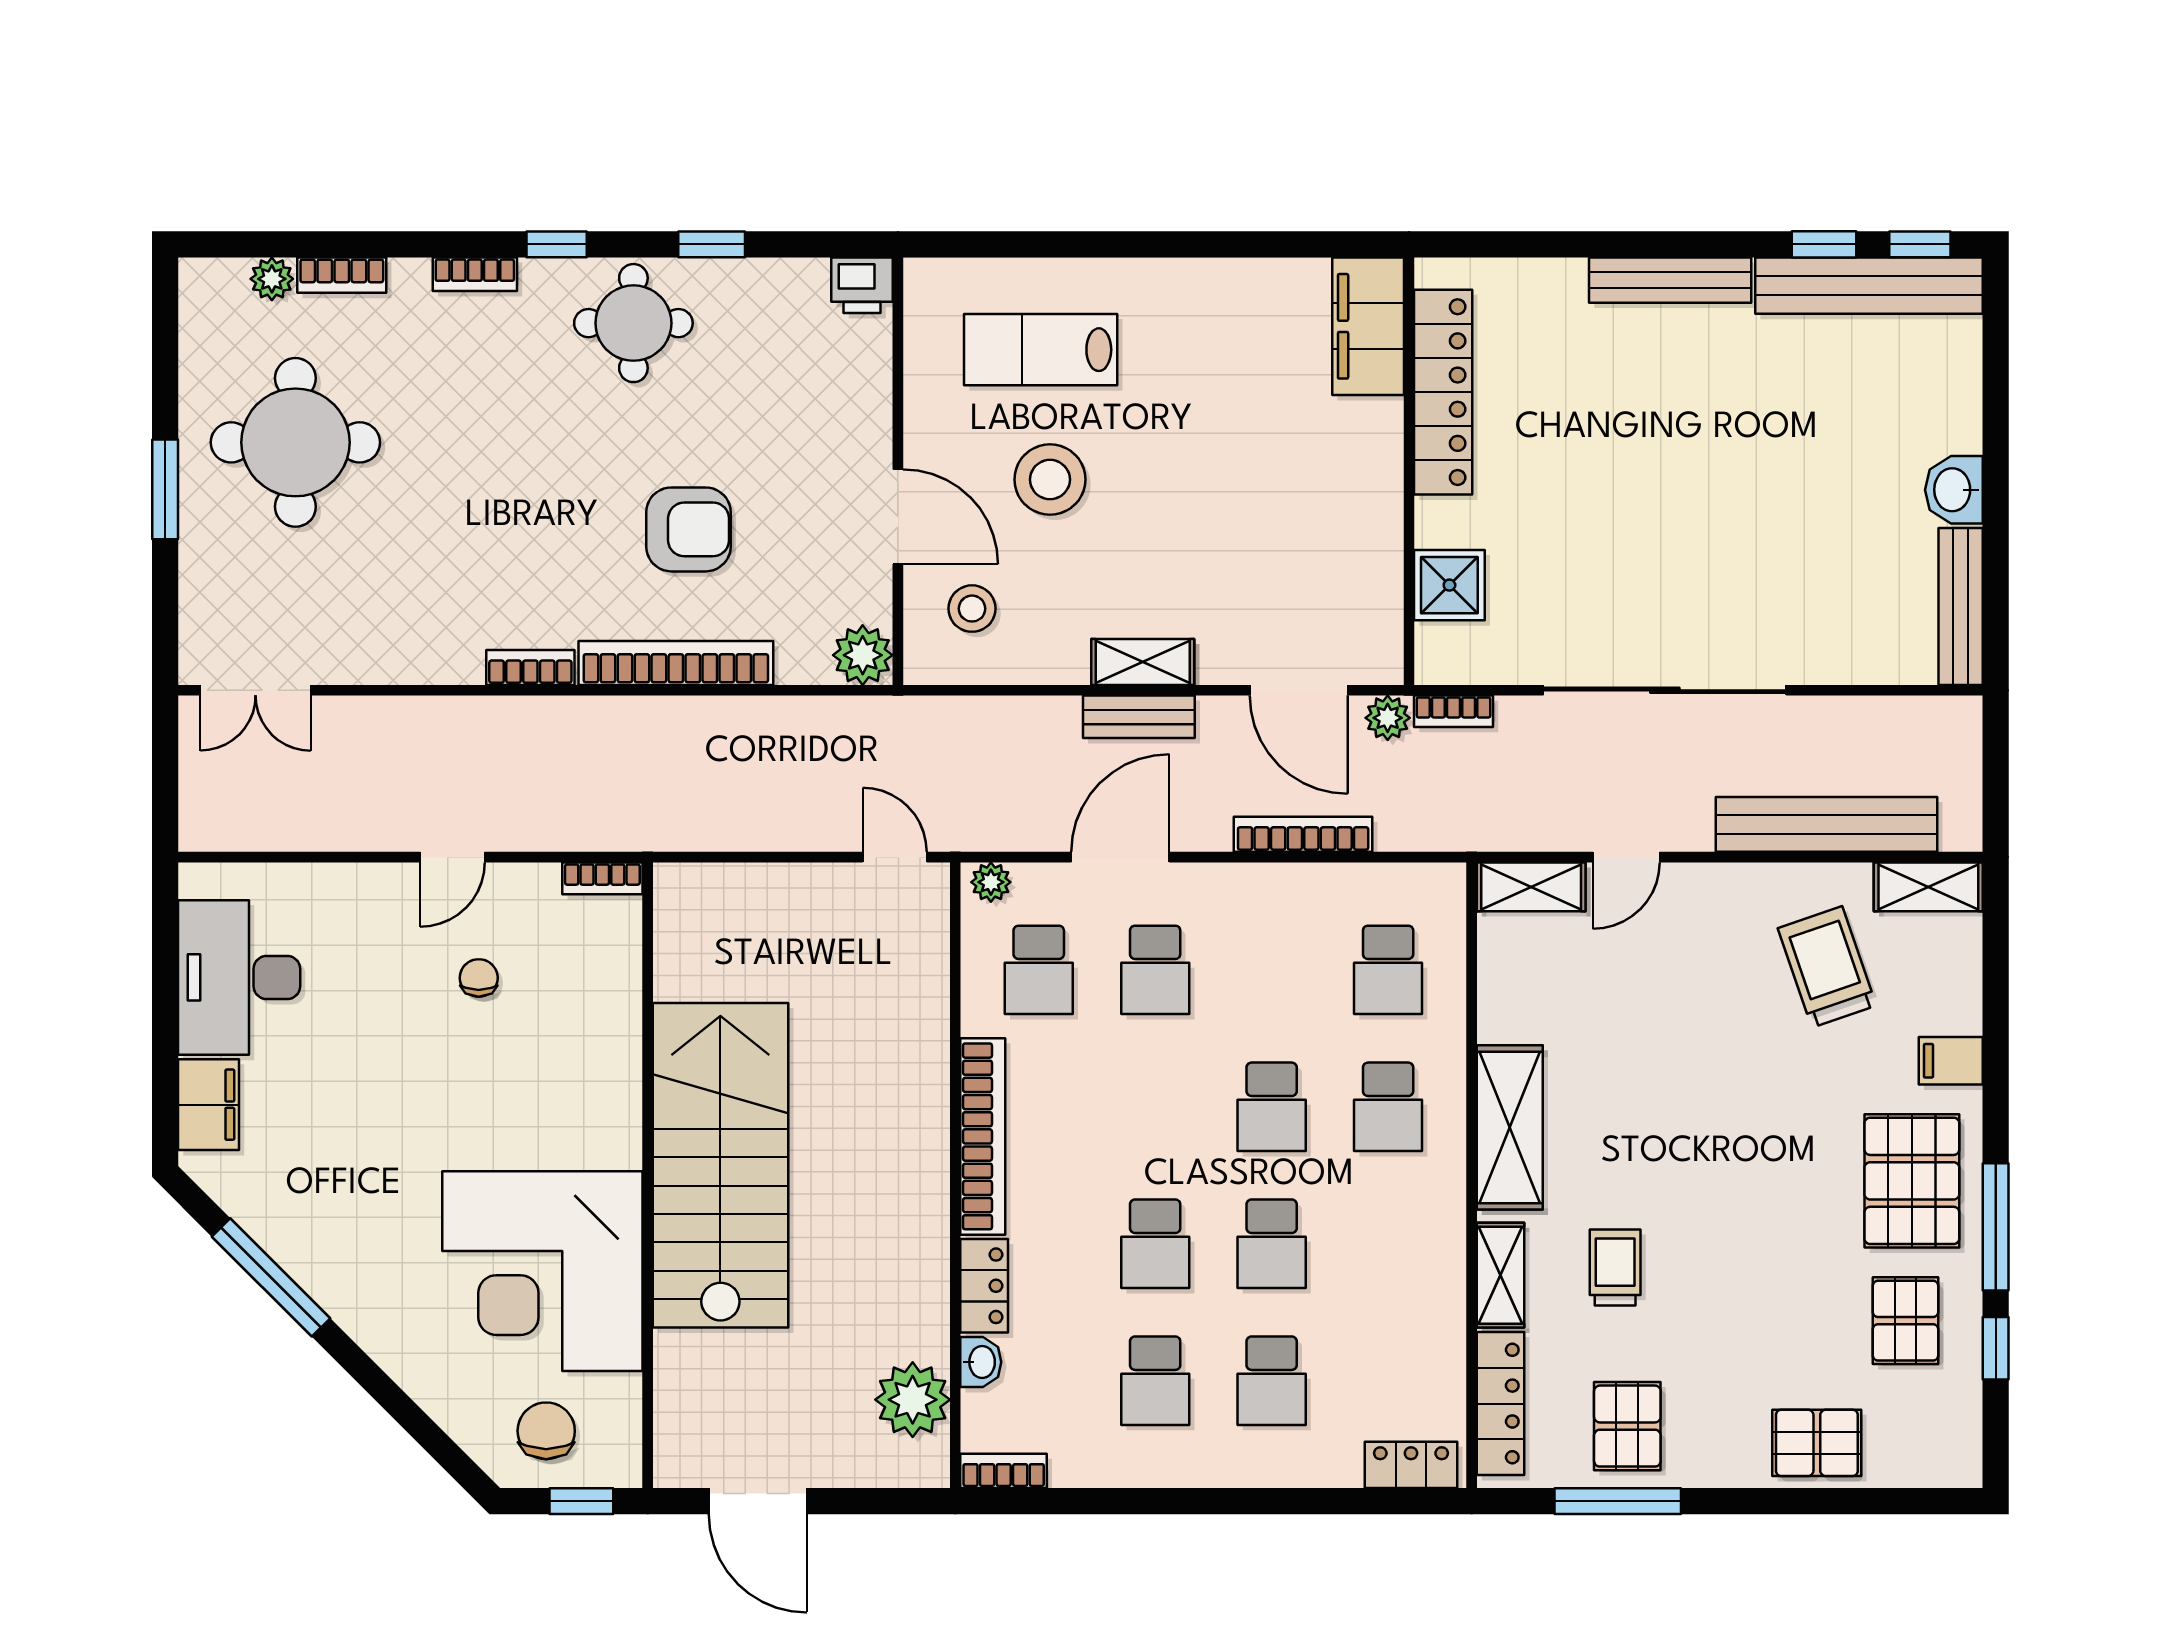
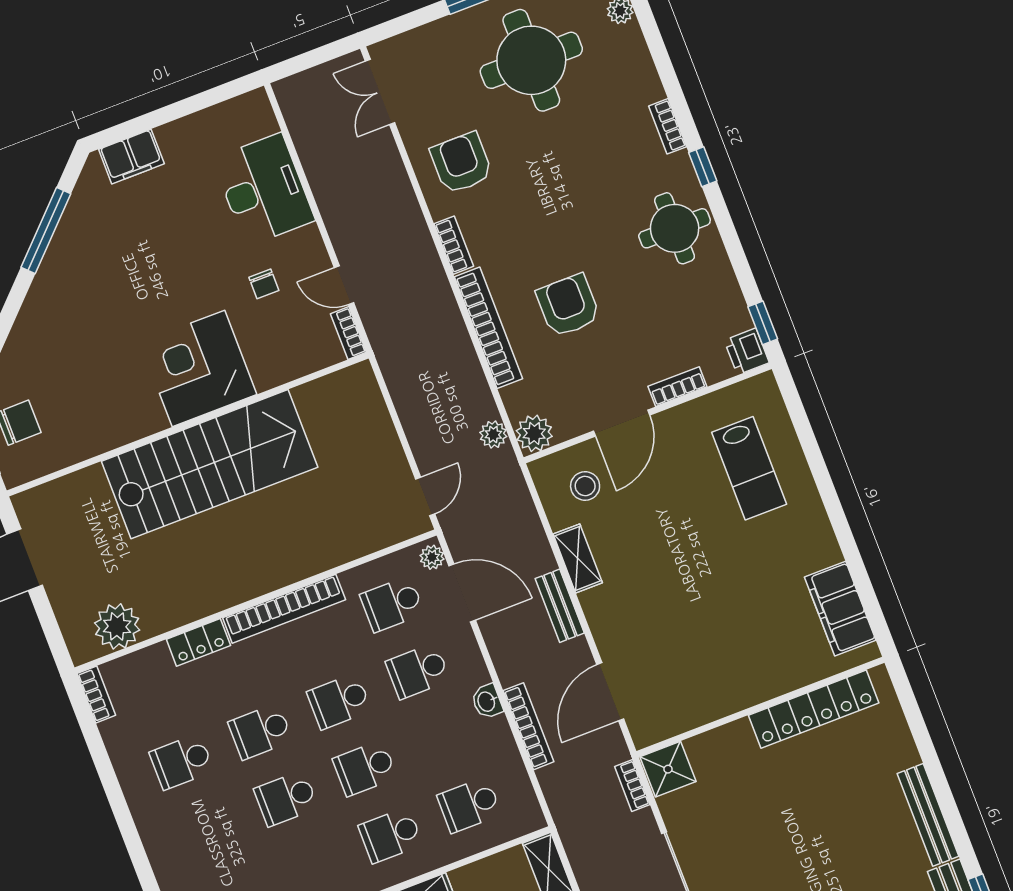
window: (712, 244) -> (763, 323), moved
bookcase: (342, 275) -> (677, 387), moved, turned 90
filing cabinet: (1368, 326) -> (840, 609), moved, turned -90
lab bench: (1041, 350) -> (749, 468), turned 180
stool: (1050, 480) -> (677, 502), removed
armchair: (688, 529) -> (568, 305), turned 180
shower: (1449, 585) -> (668, 769), moved
armchair: (410, 608) -> (461, 163), added
shelving: (1143, 662) -> (578, 558), moved
plant: (1388, 718) -> (493, 435), moved
door: (452, 857) -> (344, 285), moved
door: (1120, 857) -> (462, 593), moved
desk: (239, 977) -> (264, 190), moved, turned 90
chair: (479, 978) -> (264, 284), turned 90
corner desk: (542, 1271) -> (198, 368), moved, width x0.74, depth x0.74
washbasin: (981, 1362) -> (487, 701), moved, turned 90
school desk: (1272, 1381) -> (339, 701), moved

